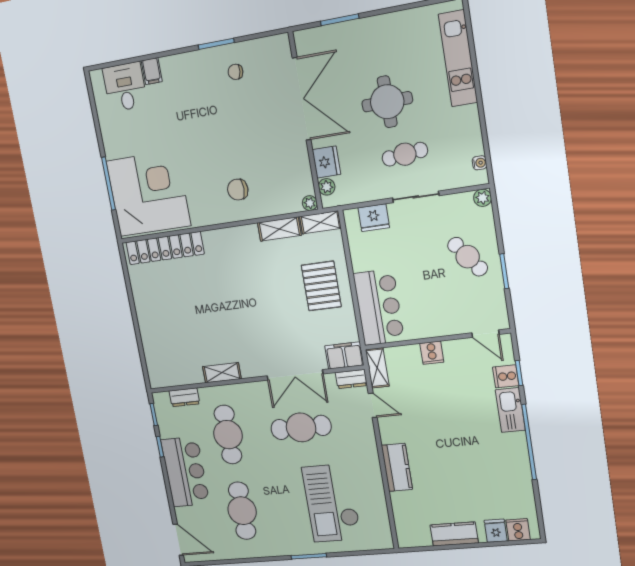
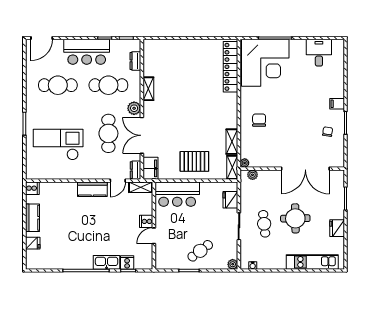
filing cabinet: (152, 71) -> (337, 104), moved
desk: (125, 87) -> (319, 53), moved, turned -90
fridge: (326, 162) -> (337, 228), moved, turned 90
door: (485, 334) -> (154, 236), moved
plant: (255, 392) -> (134, 108), added
kitchen counter: (397, 467) -> (92, 189), moved
cooker: (518, 530) -> (32, 188), moved

